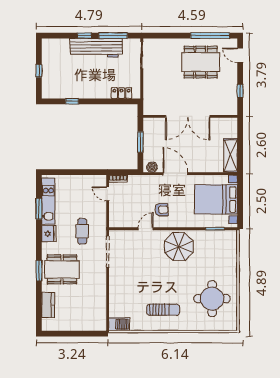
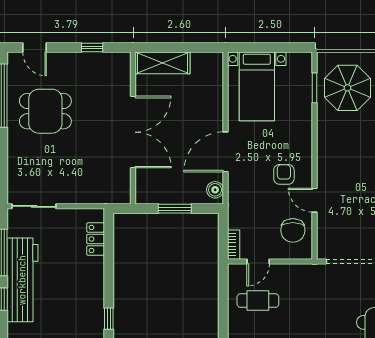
door: (240, 55) -> (34, 47), hinge flipped
dining table: (201, 62) -> (45, 111), width x0.73
shelving: (231, 155) -> (162, 63), moved
bed with nightstands: (216, 199) -> (257, 86), width x0.73
chair: (127, 215) -> (293, 230), added
cafe table: (82, 231) -> (258, 301), moved
parasol: (179, 247) -> (347, 88), moved

